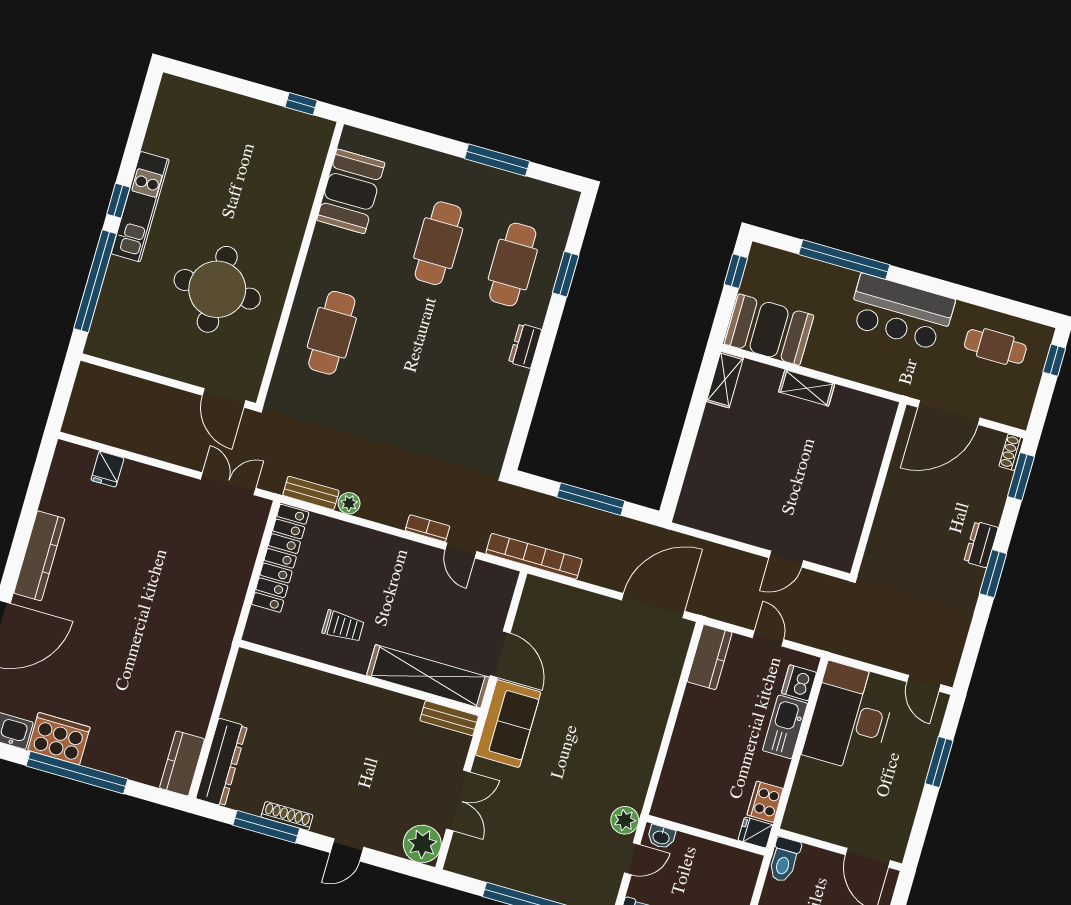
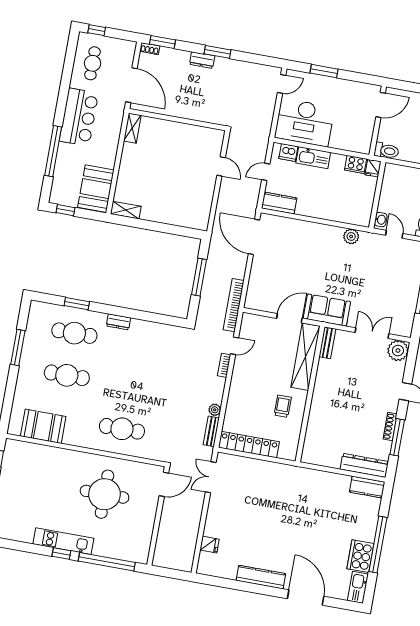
shelving: (807, 388) -> (132, 128), moved
plant: (625, 820) -> (351, 236), moved

